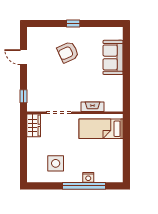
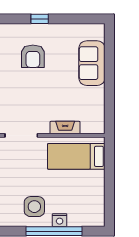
armchair: (68, 52) -> (33, 56), turned -65
side table: (56, 163) -> (34, 207), moved

